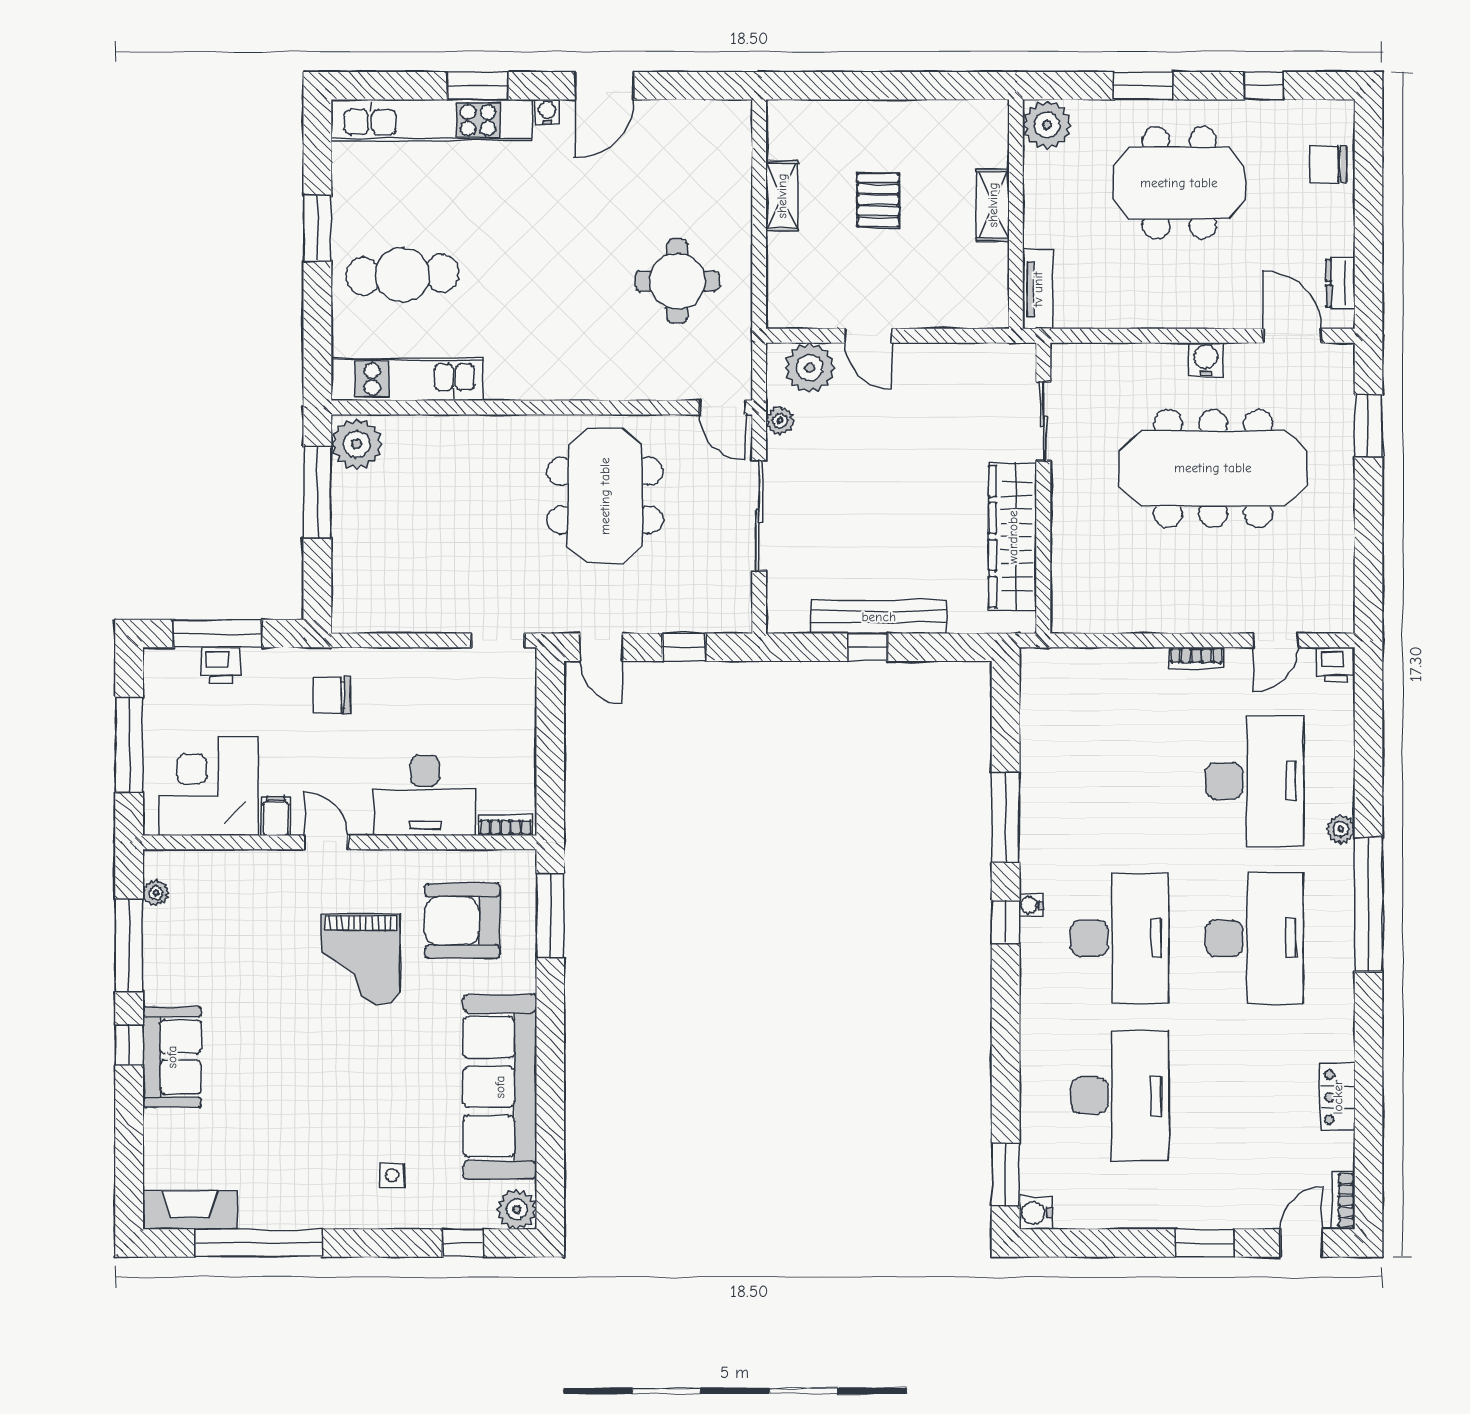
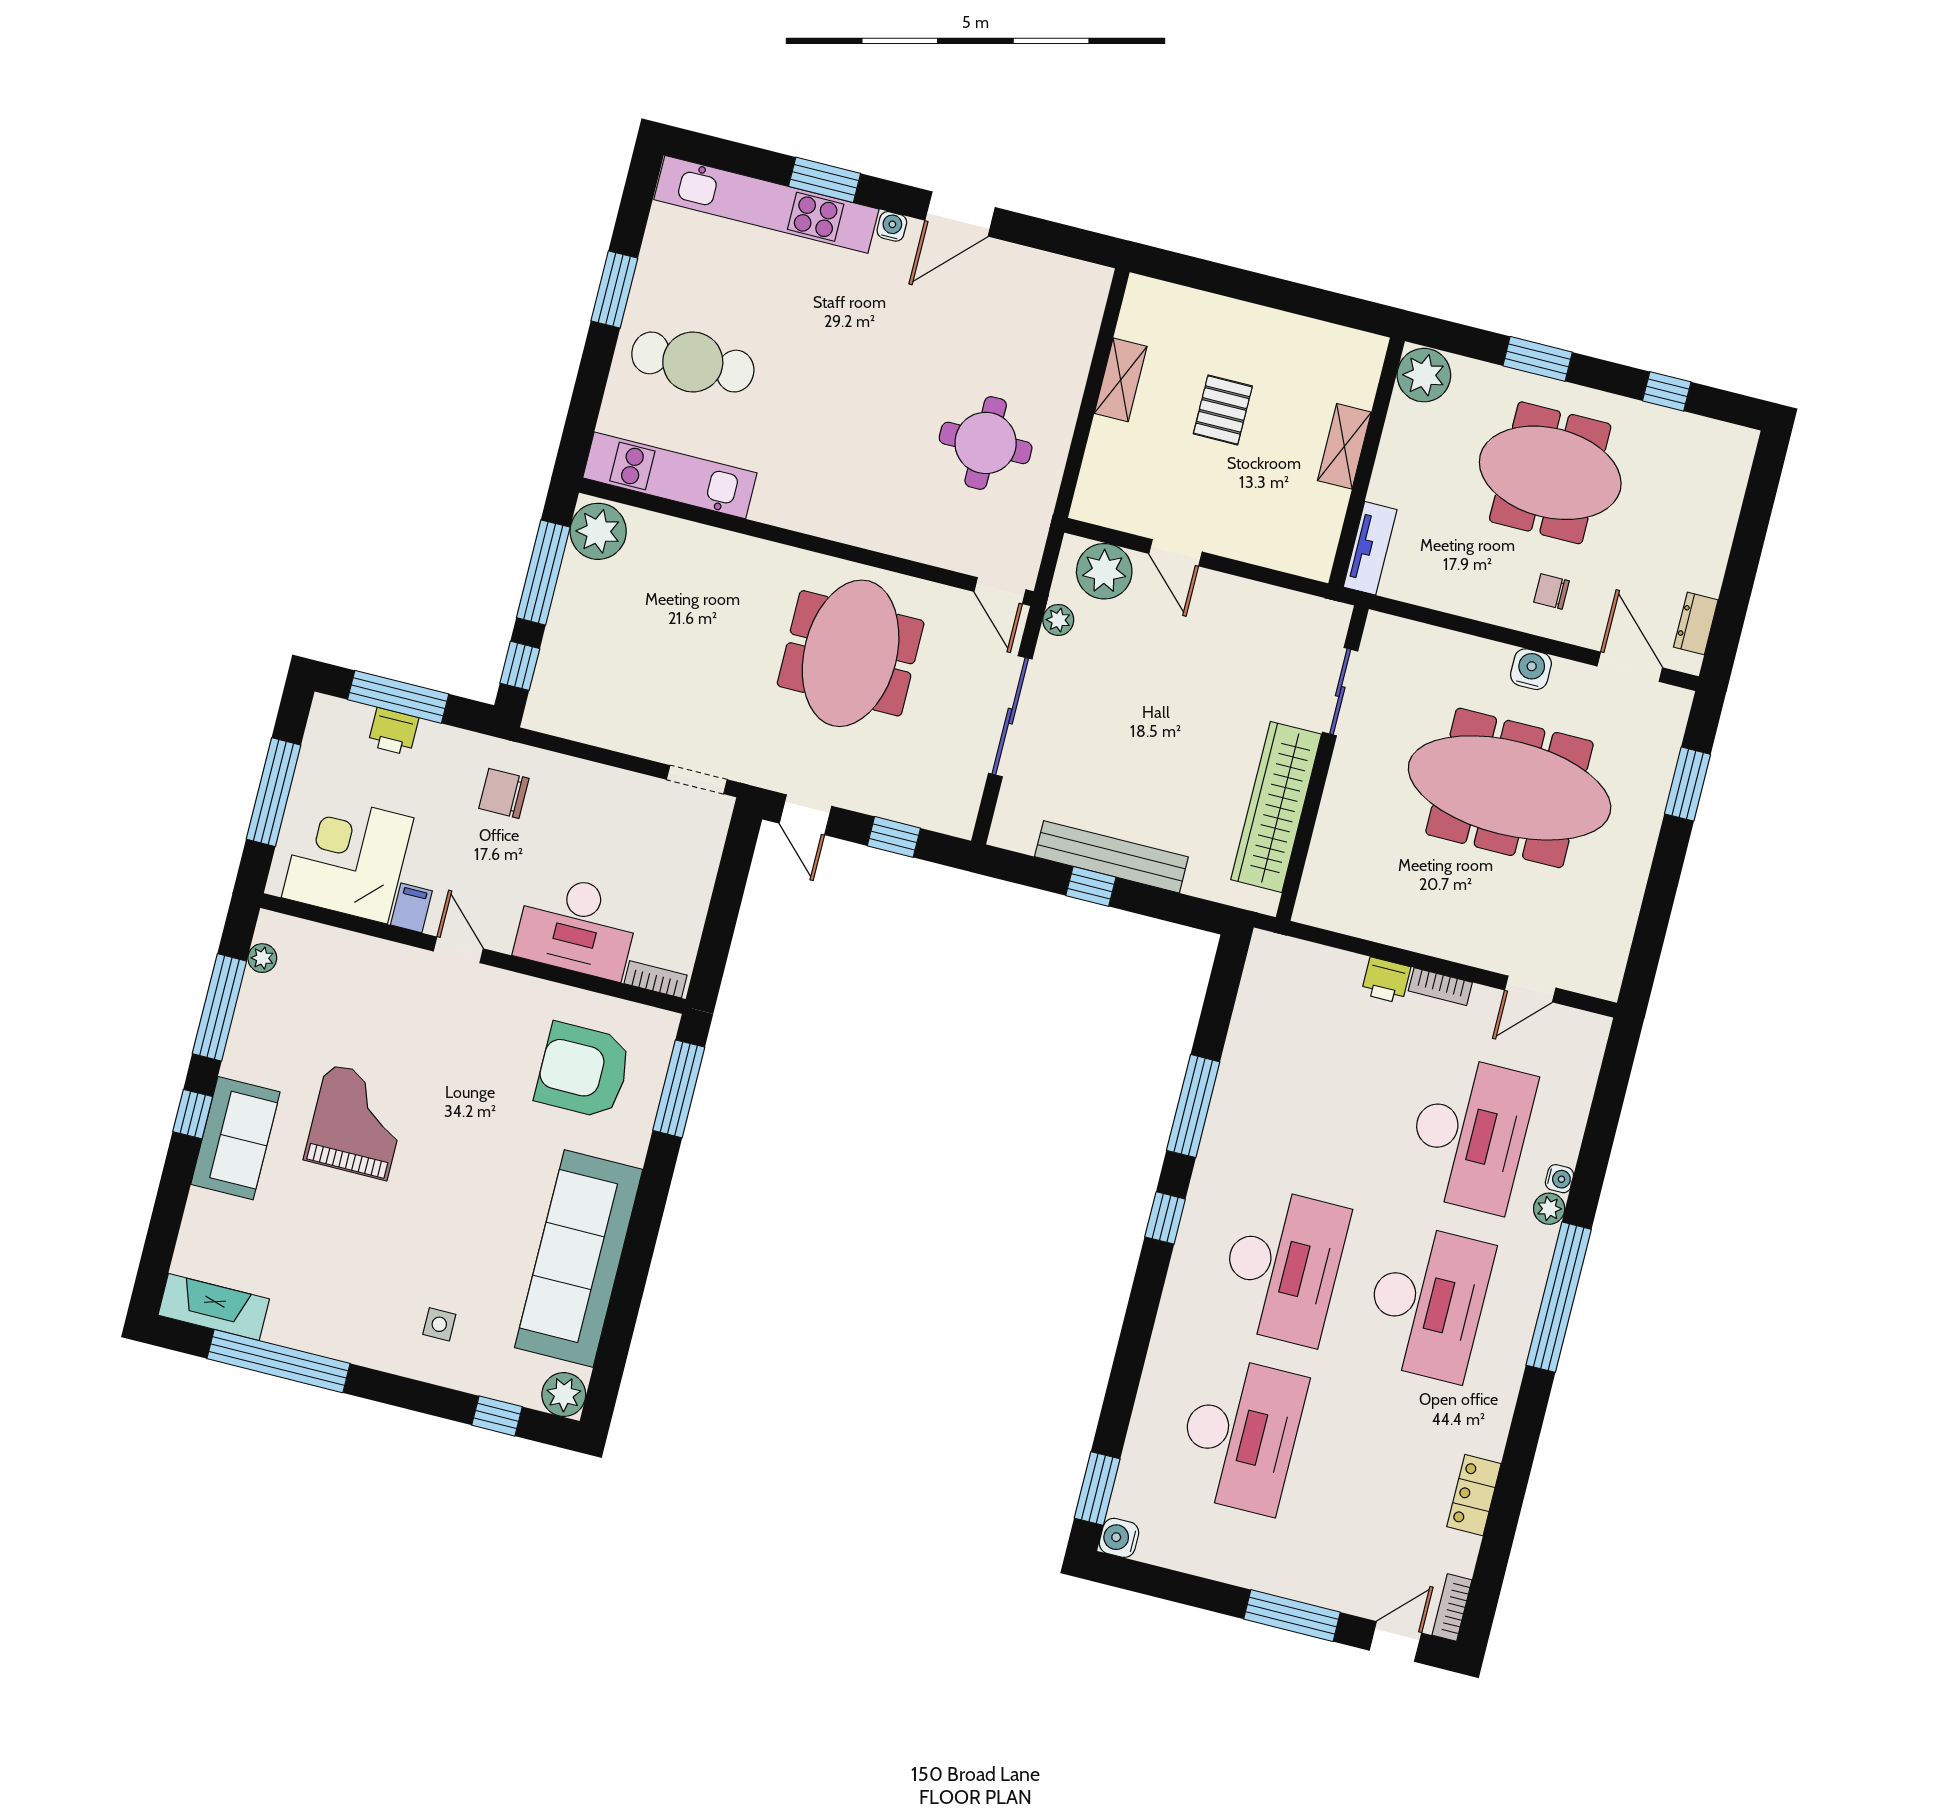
chair: (1328, 164) -> (1551, 591), moved, width x0.73, depth x0.73
window: (317, 579) -> (520, 666), added
printer: (1336, 665) -> (1386, 980), moved
water cooler: (1031, 905) -> (1559, 1179), moved, turned 180
grand piano: (360, 959) -> (357, 1122), moved, turned 180
window: (1205, 1243) -> (1292, 1616), width x1.44

